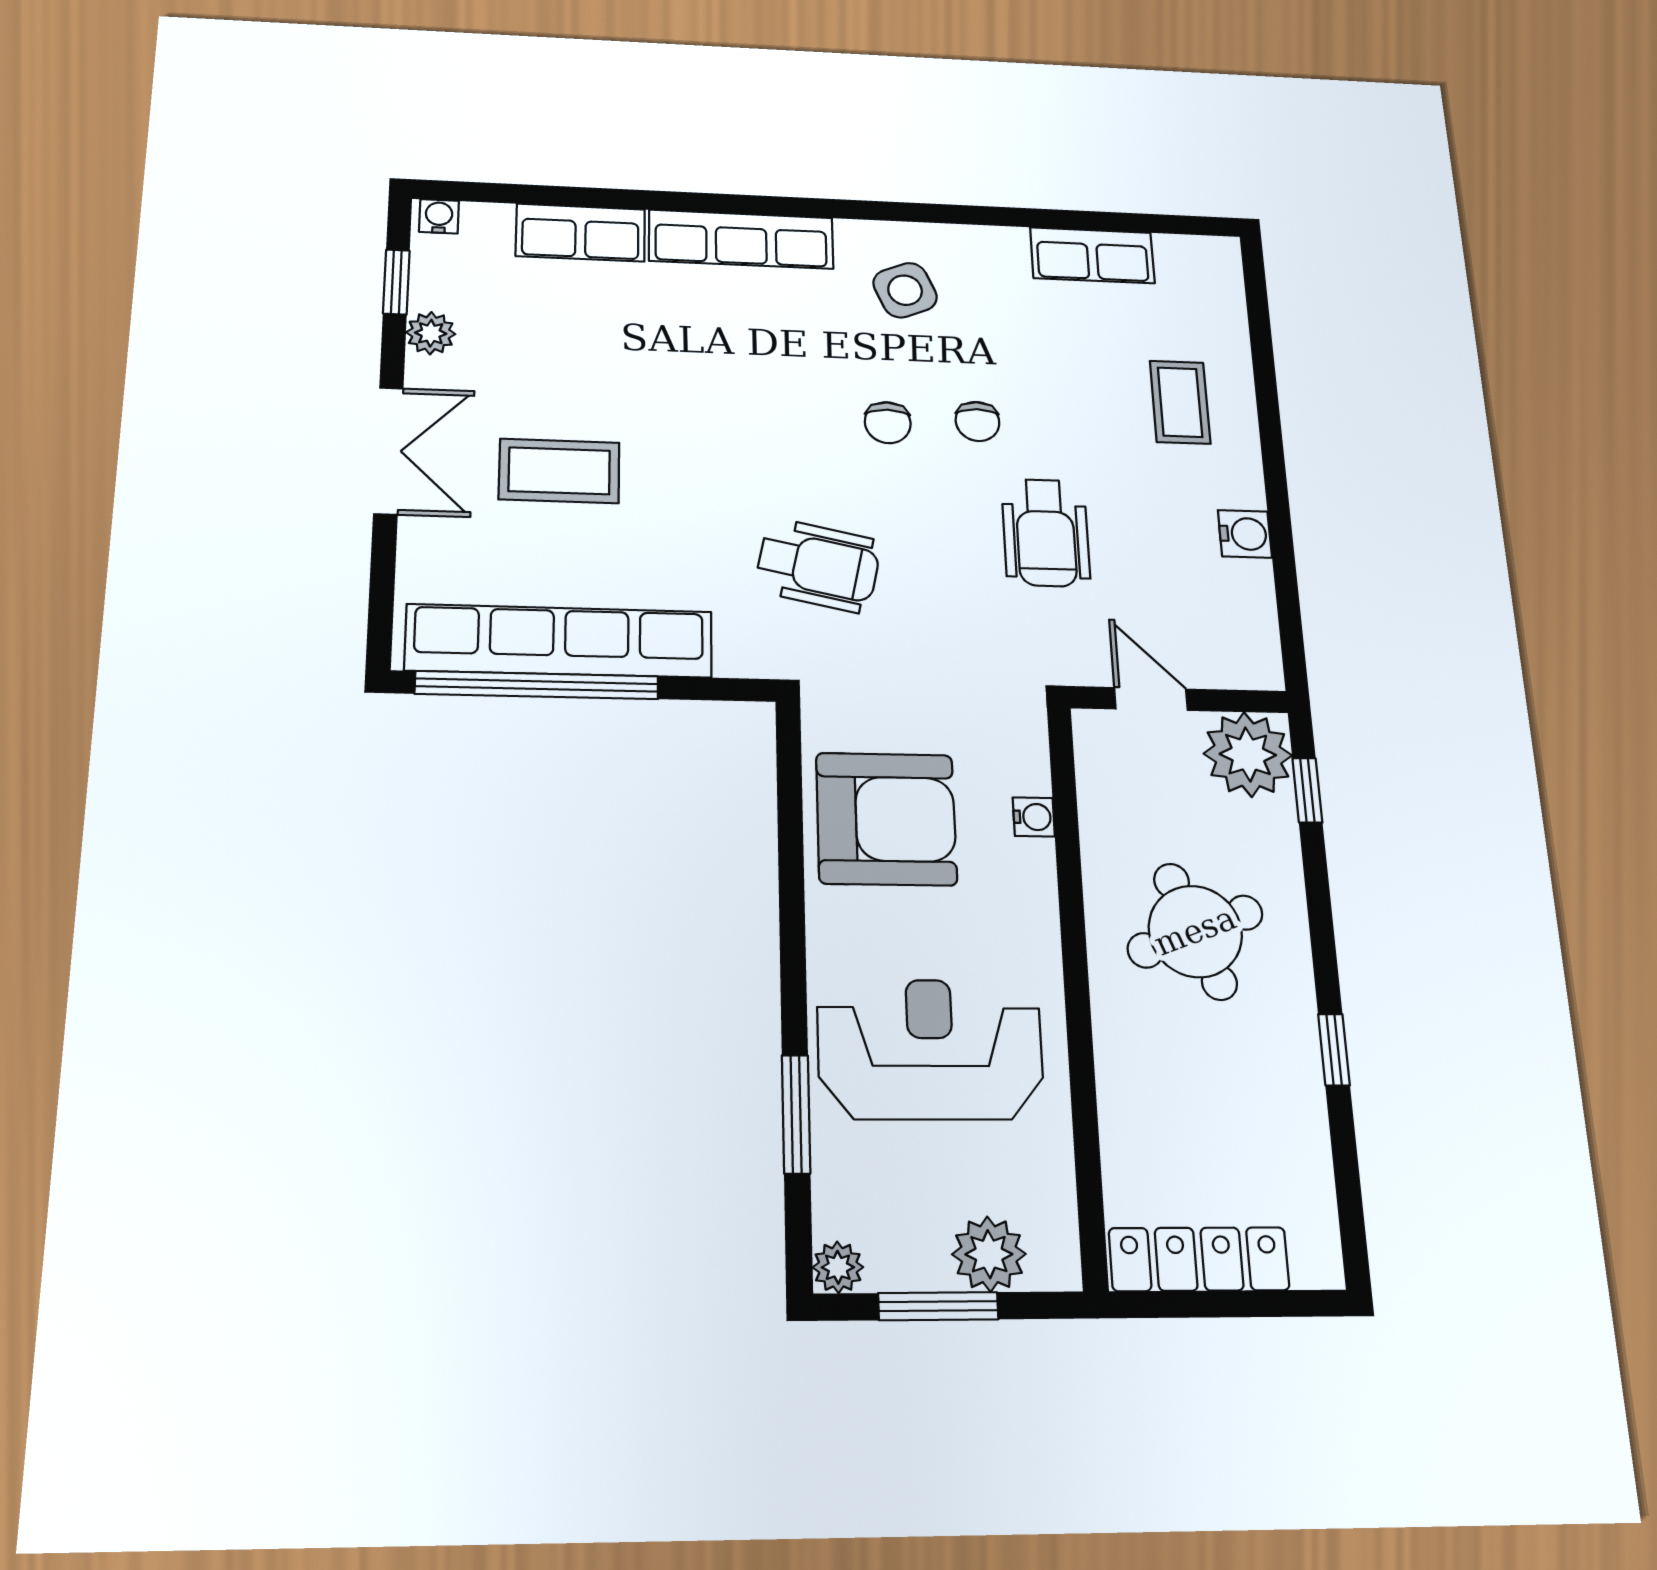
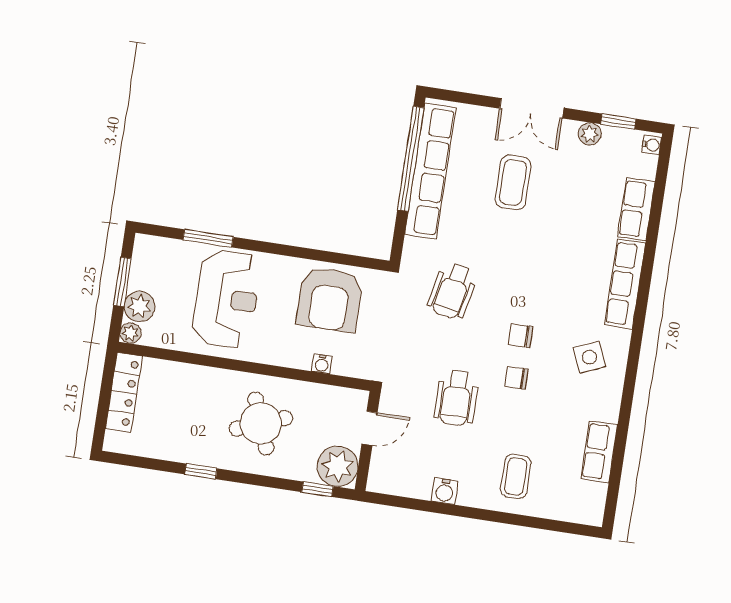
coffee table: (1180, 402) -> (516, 476), turned 90
wheelchair: (1046, 533) -> (456, 398), turned -90
plant: (838, 1267) -> (130, 333), moved

